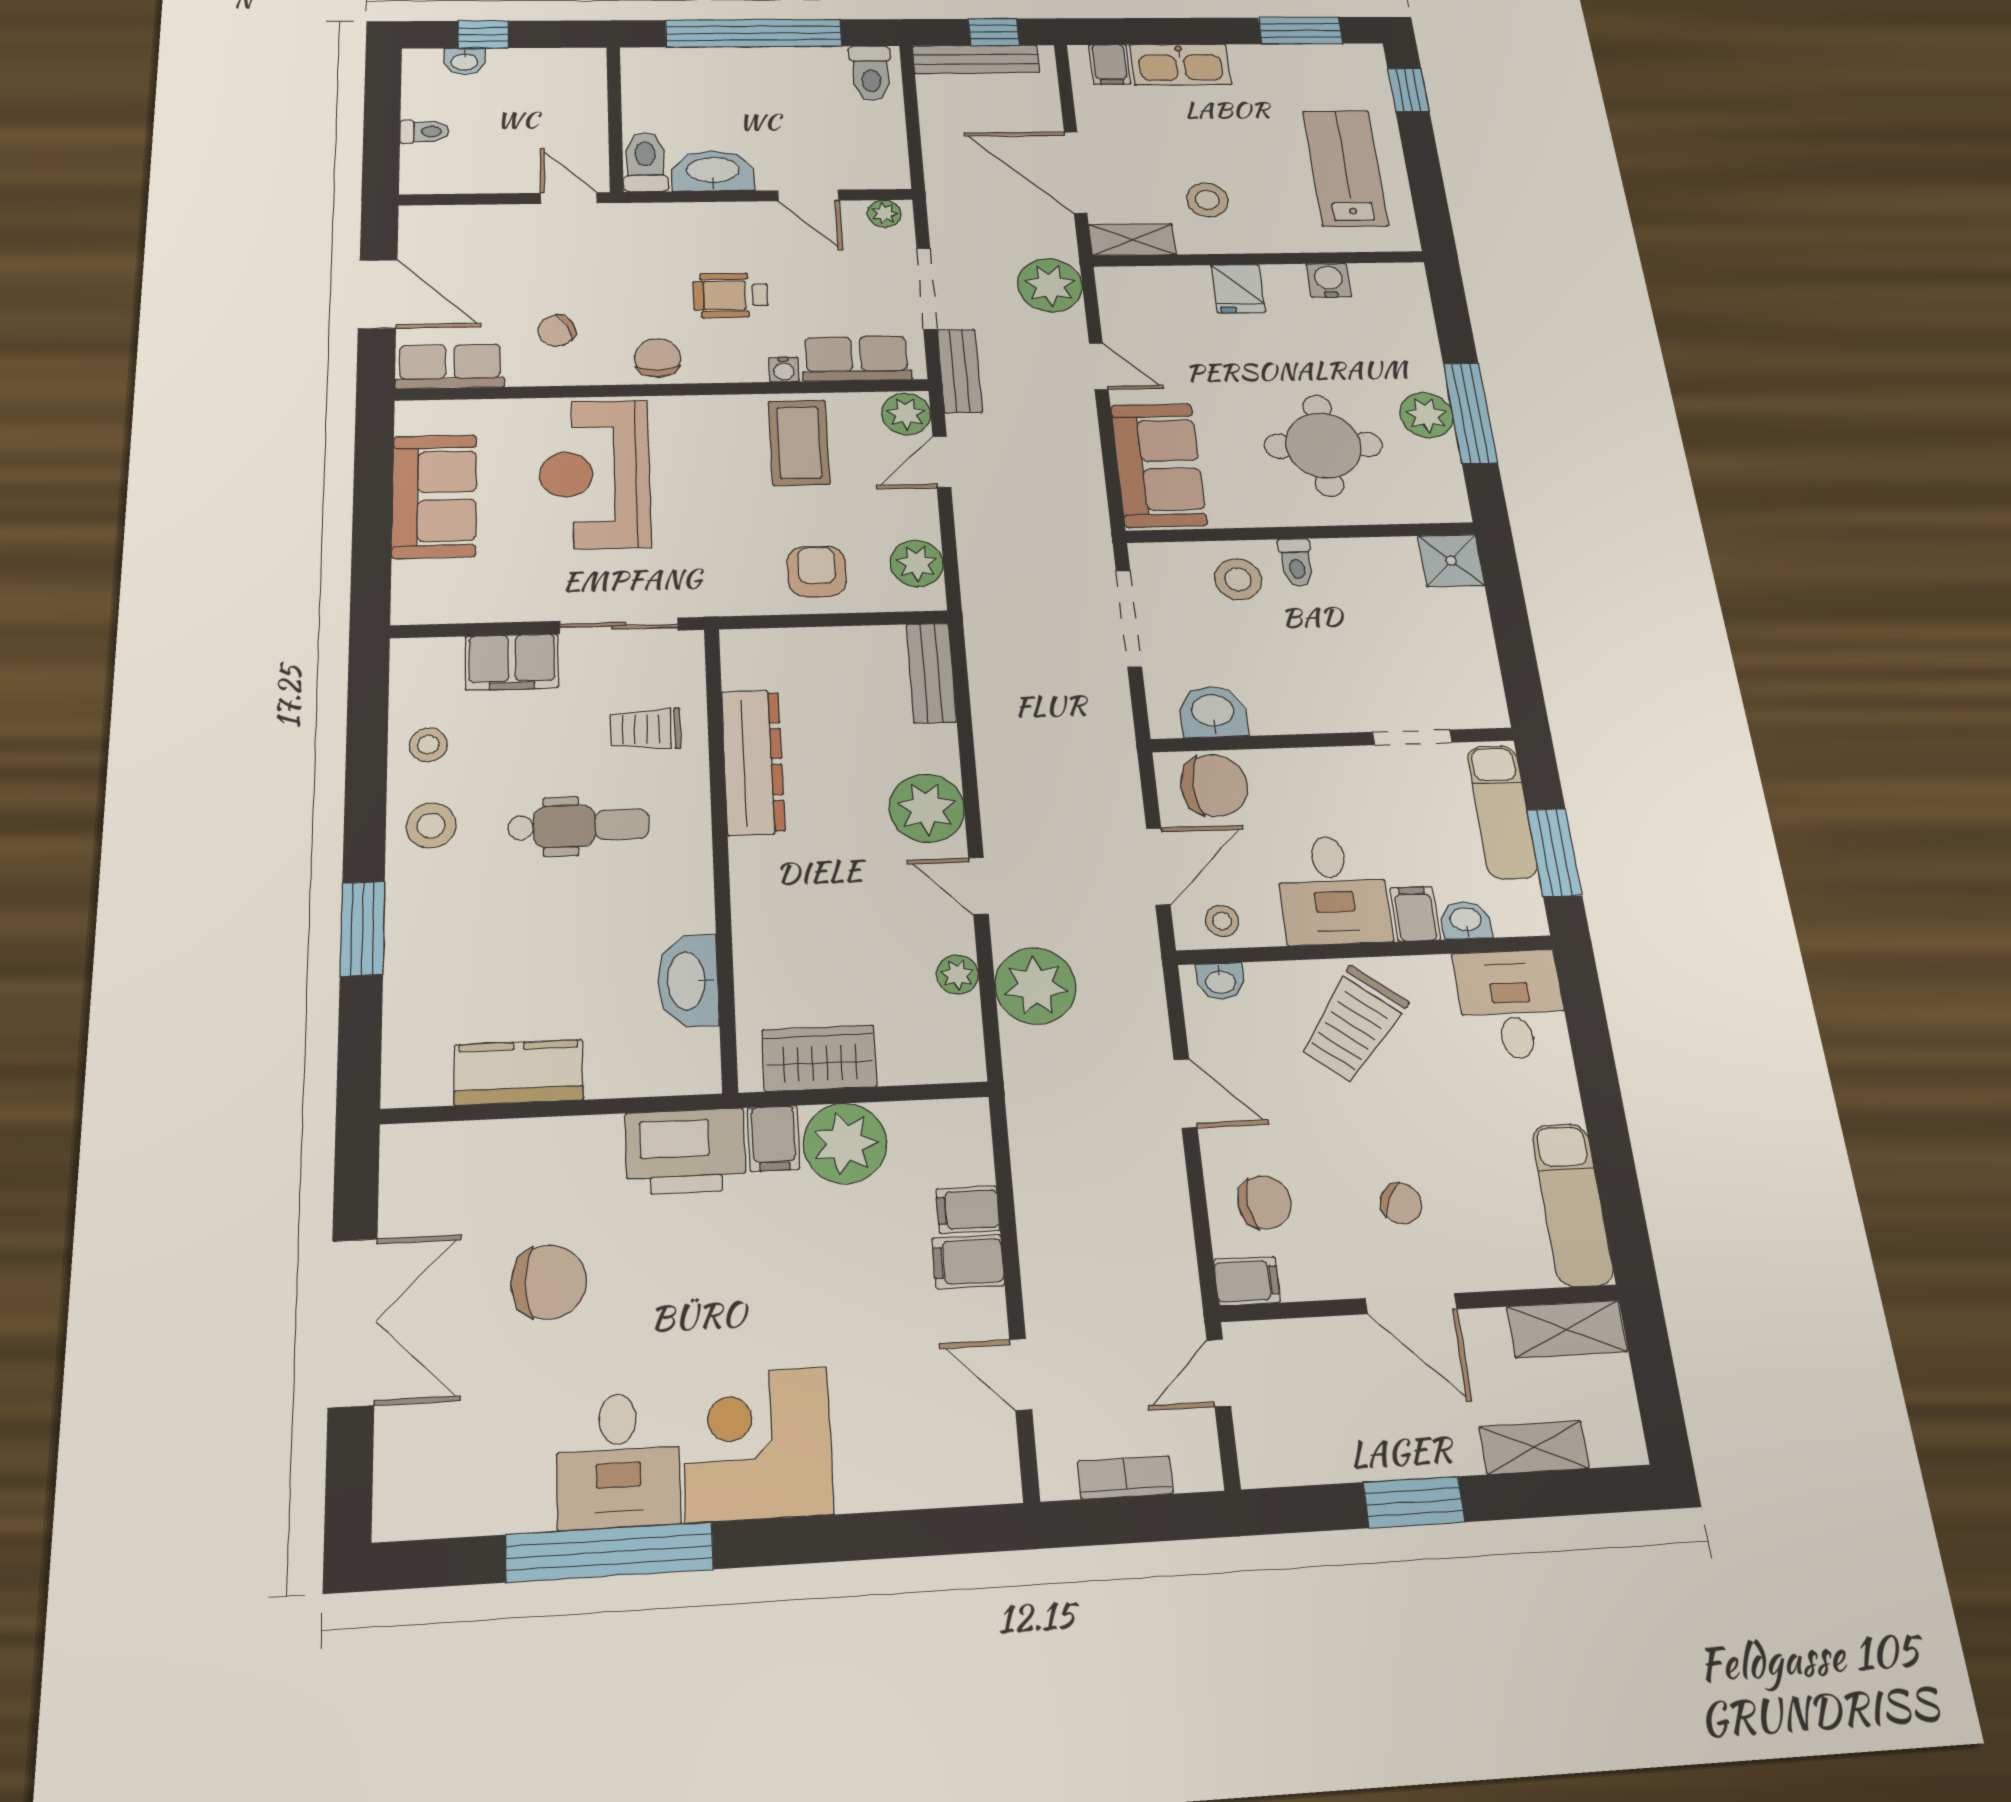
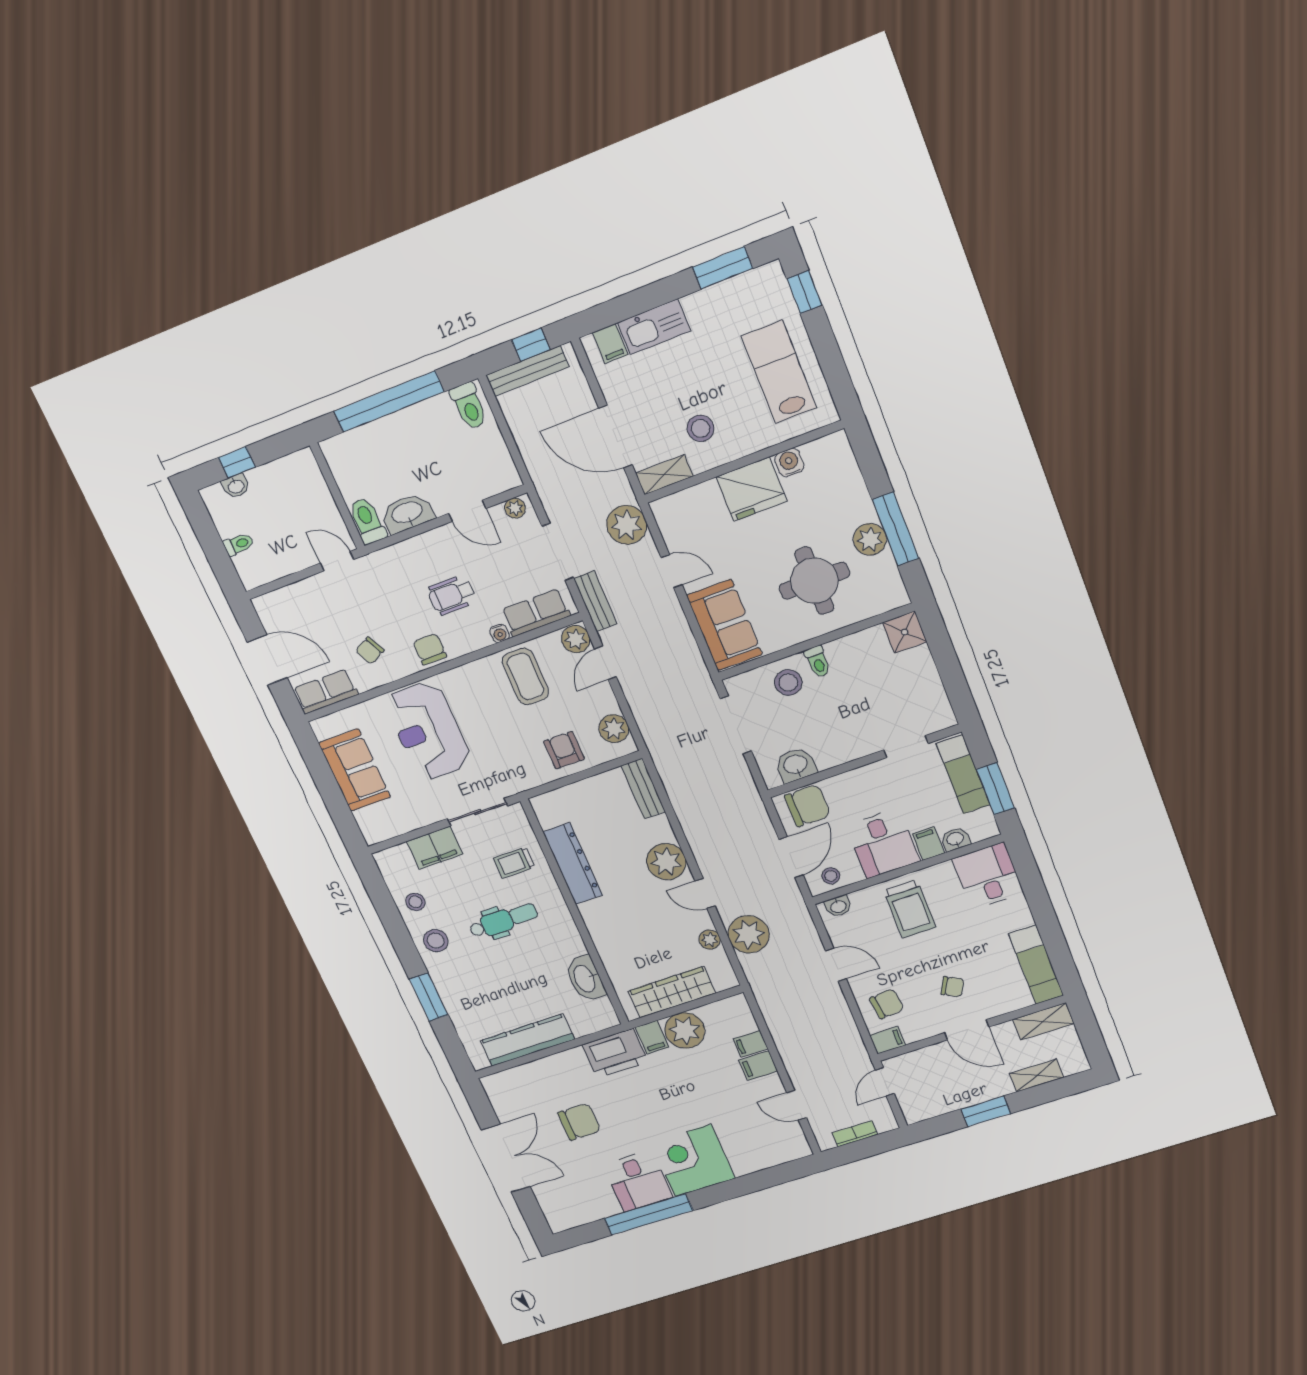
fridge: (1238, 289) -> (752, 489), width x1.88, depth x1.34
trolley: (1353, 1025) -> (910, 909), turned -38
wardrobe: (819, 1058) -> (672, 992), width x1.50
kitchen counter: (519, 1072) -> (527, 1040), width x1.50

